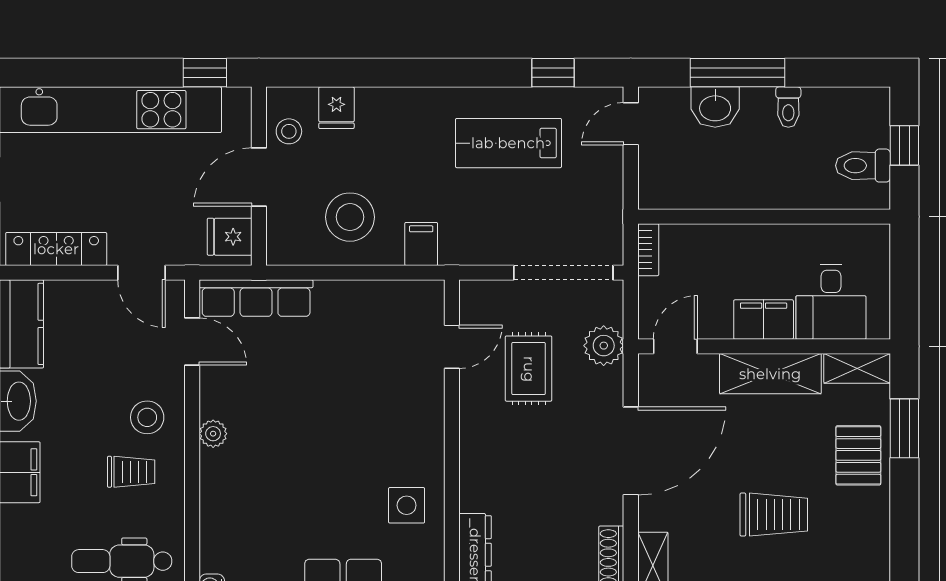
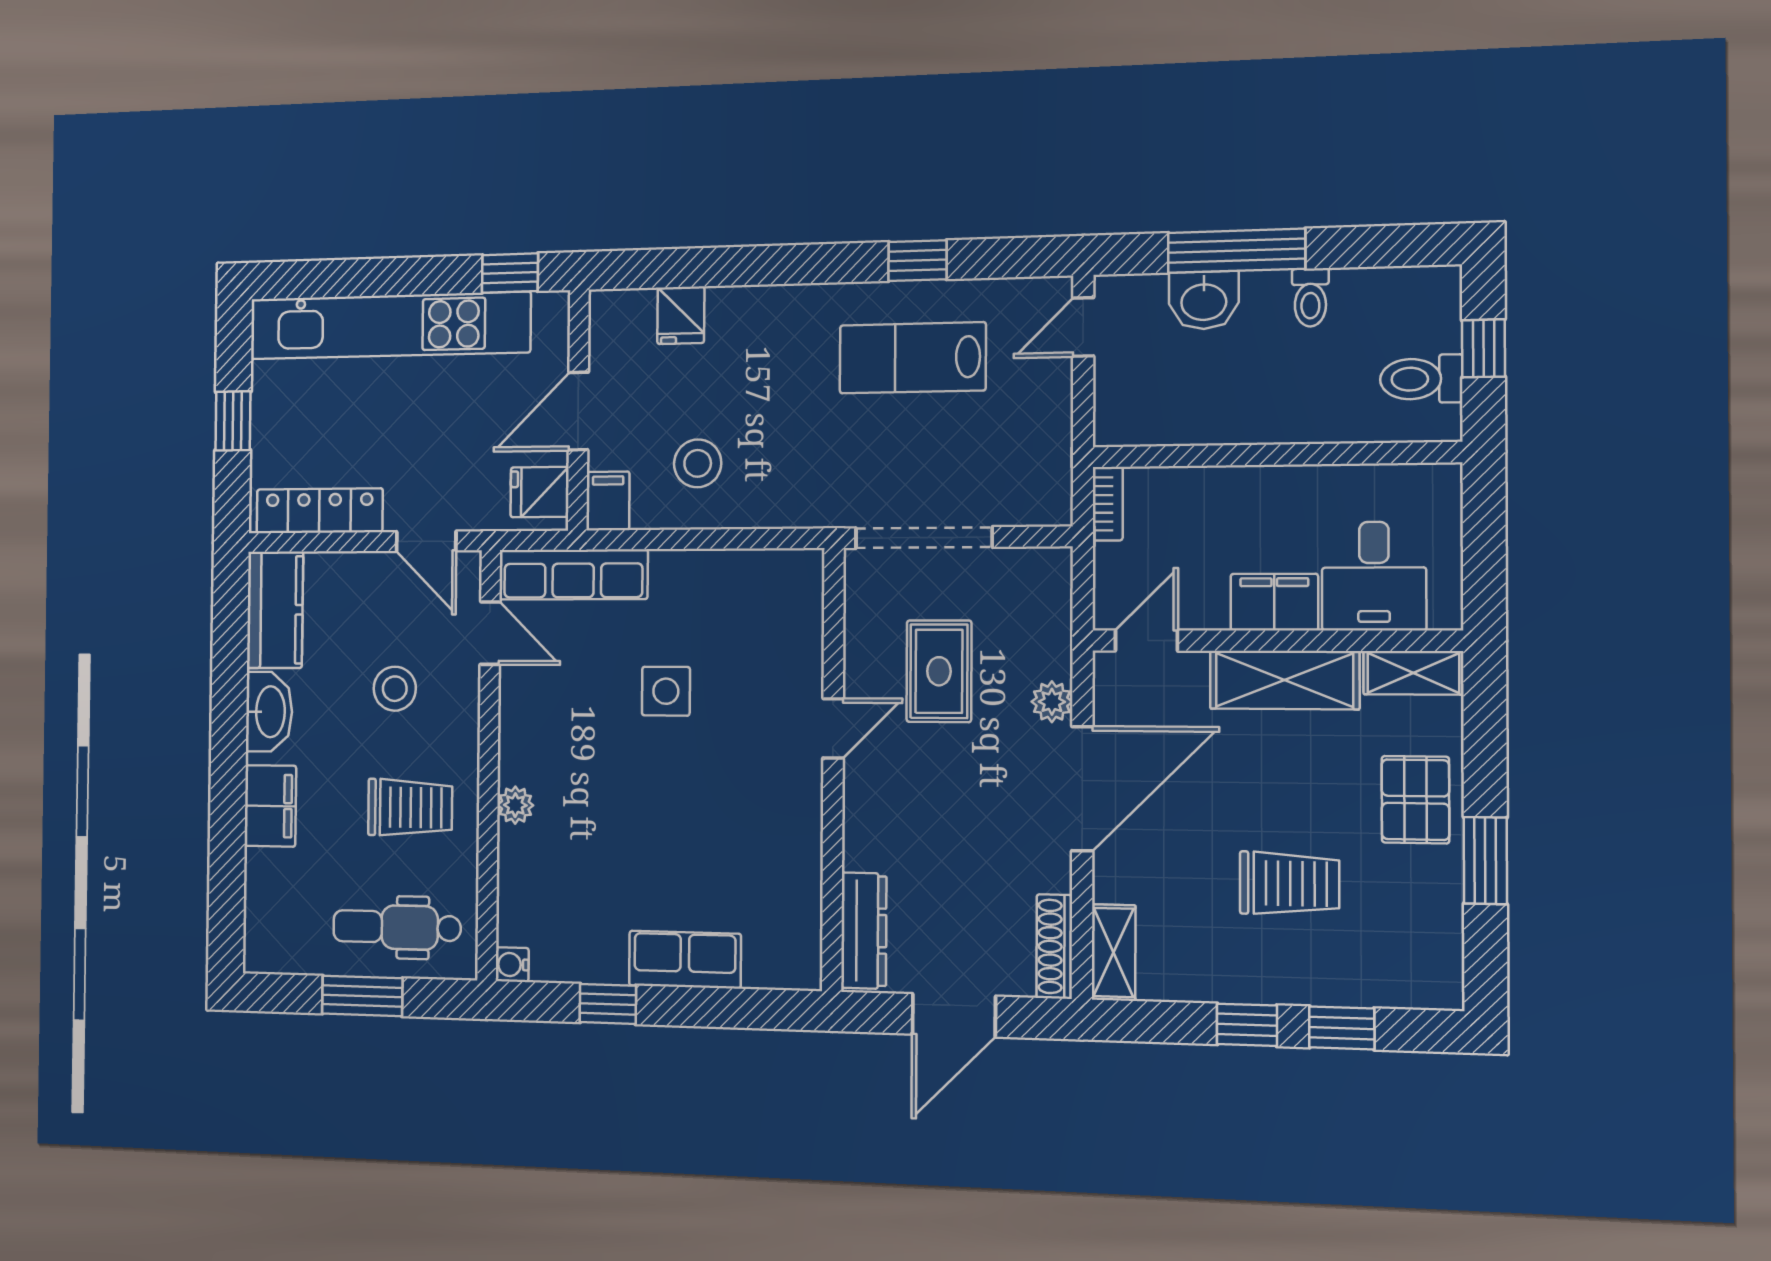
window: (553, 73) -> (918, 261), moved
stool: (289, 131) -> (618, 349), removed
stool: (350, 217) -> (698, 463), width x0.73, depth x0.73
filing cabinet: (421, 244) -> (608, 501), moved
doorway: (563, 273) -> (924, 538), moved
plant: (604, 346) -> (1052, 702), moved, width x0.73, depth x0.73
door: (452, 347) -> (833, 728), moved
stool: (147, 417) -> (395, 689), moved
window: (904, 428) -> (1485, 861), moved
plant: (213, 434) -> (515, 805), moved
trolley: (131, 472) -> (410, 807), width x1.36, depth x1.39
side table: (407, 505) -> (666, 691), moved

